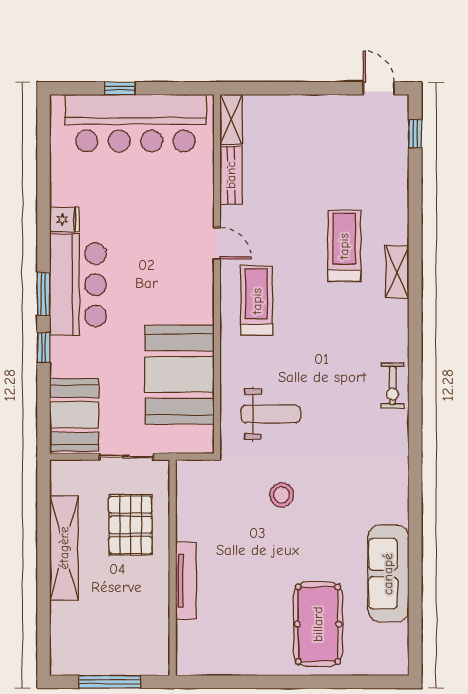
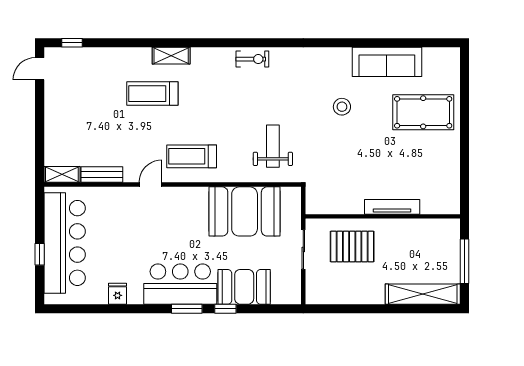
fridge: (64, 219) -> (118, 294), moved
booth: (74, 415) -> (244, 287), moved
stool: (282, 495) -> (342, 107), moved
shelving: (64, 548) -> (423, 294), moved

